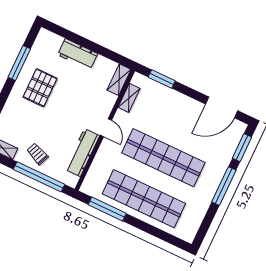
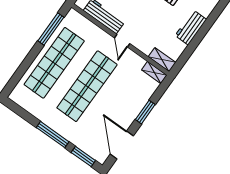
window: (162, 79) -> (145, 112), moved
shelving: (129, 98) -> (154, 72), moved
door: (106, 128) -> (122, 41), hinge flipped

